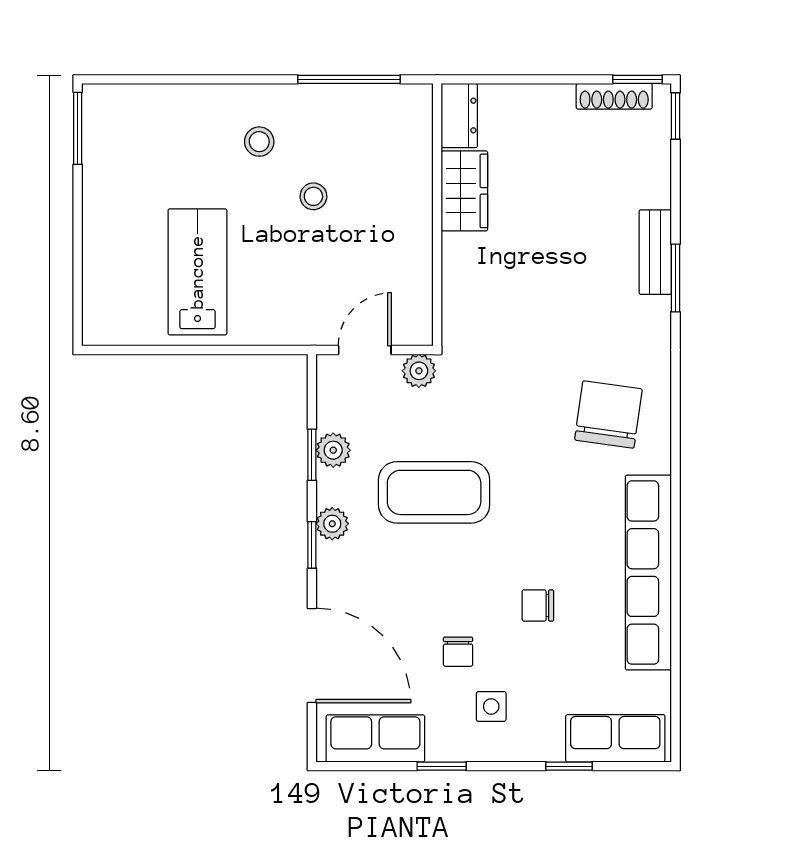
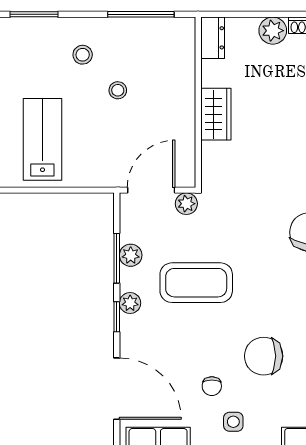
window: (184, 79) -> (34, 14), added
plant: (552, 104) -> (273, 31), added
wardrobe: (464, 191) -> (216, 114), moved
door: (365, 350) -> (151, 190), width x1.38
window: (312, 455) -> (117, 258), width x1.50
chair: (538, 605) -> (264, 356), width x1.87, depth x1.87

